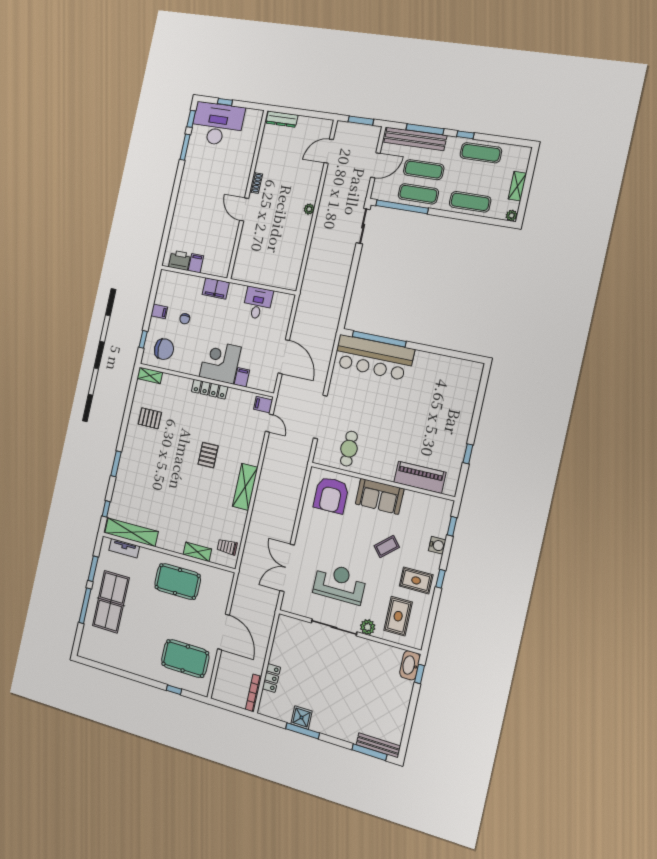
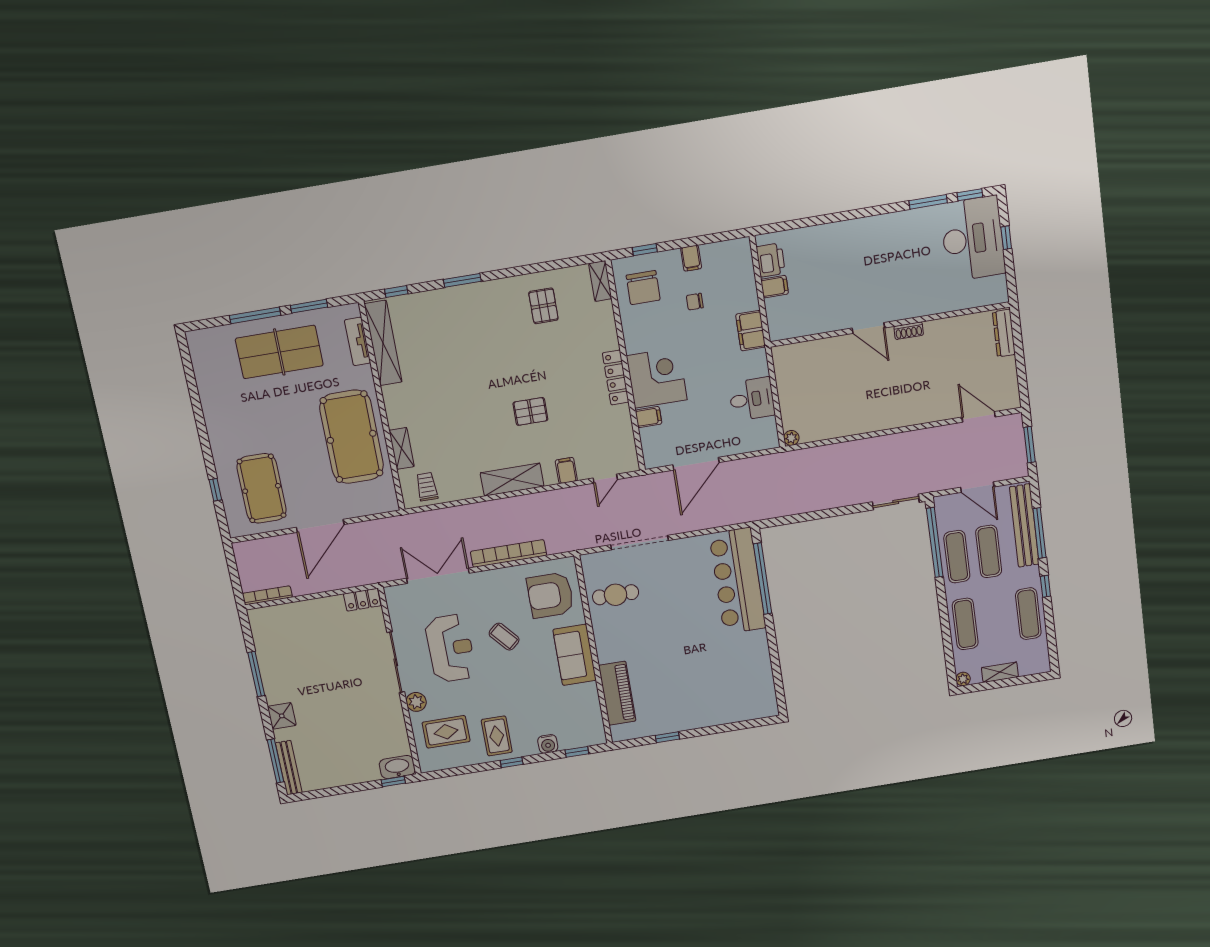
door: (244, 209) -> (868, 328), swing flipped
plant: (309, 209) -> (791, 438), moved
filing cabinet: (263, 405) -> (566, 471), moved
bookcase: (292, 512) -> (508, 553), added
coffee table: (387, 547) -> (504, 637), moved
pool table: (178, 581) -> (352, 437), width x1.36, depth x1.32
locker: (271, 678) -> (362, 600), moved
shower: (301, 717) -> (282, 716), moved

